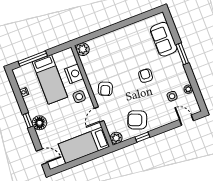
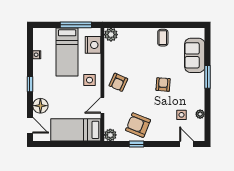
coffee table: (129, 34) -> (163, 38), added
window: (33, 59) -> (76, 25), moved
nightstand: (74, 74) -> (93, 45), moved
floor lamp: (40, 123) -> (40, 106), moved

